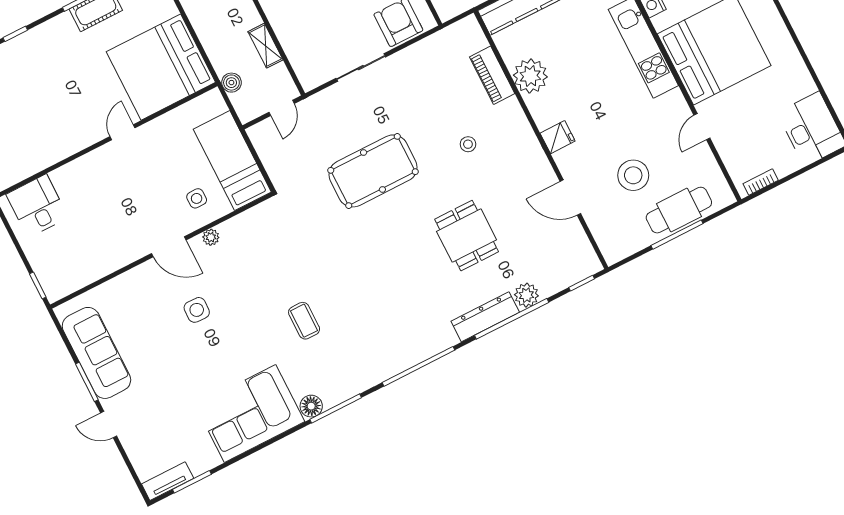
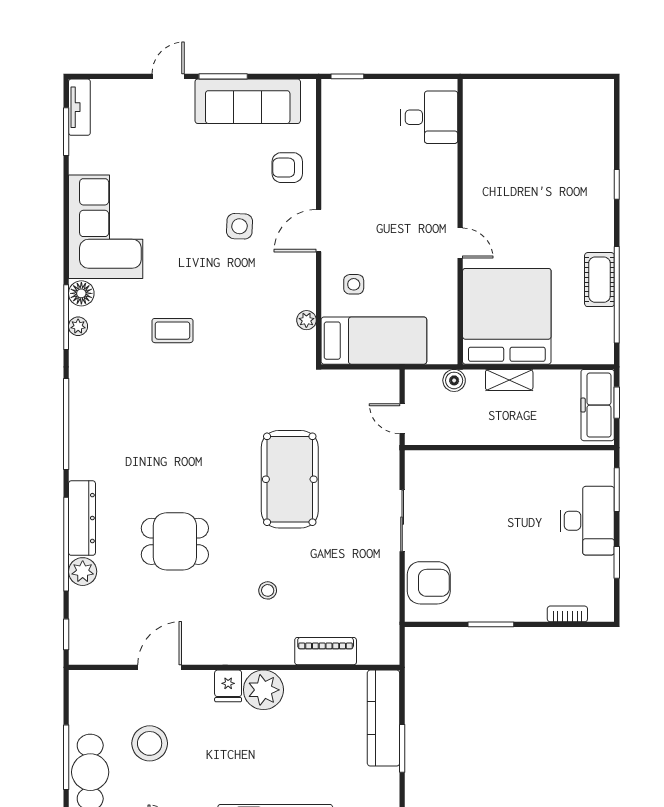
shelving: (265, 46) -> (509, 380), moved
plant: (530, 76) -> (263, 690), moved
plant: (211, 237) -> (306, 320), moved
armchair: (132, 296) -> (287, 168), added
plant: (338, 396) -> (78, 326), added

